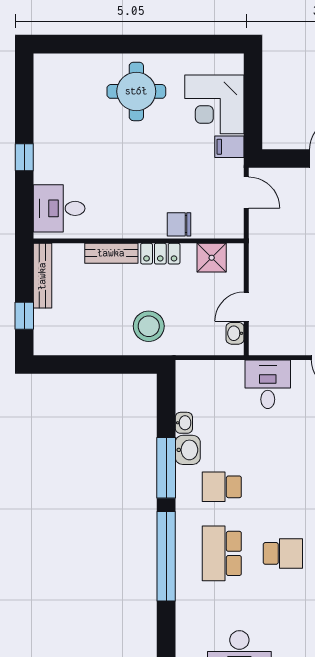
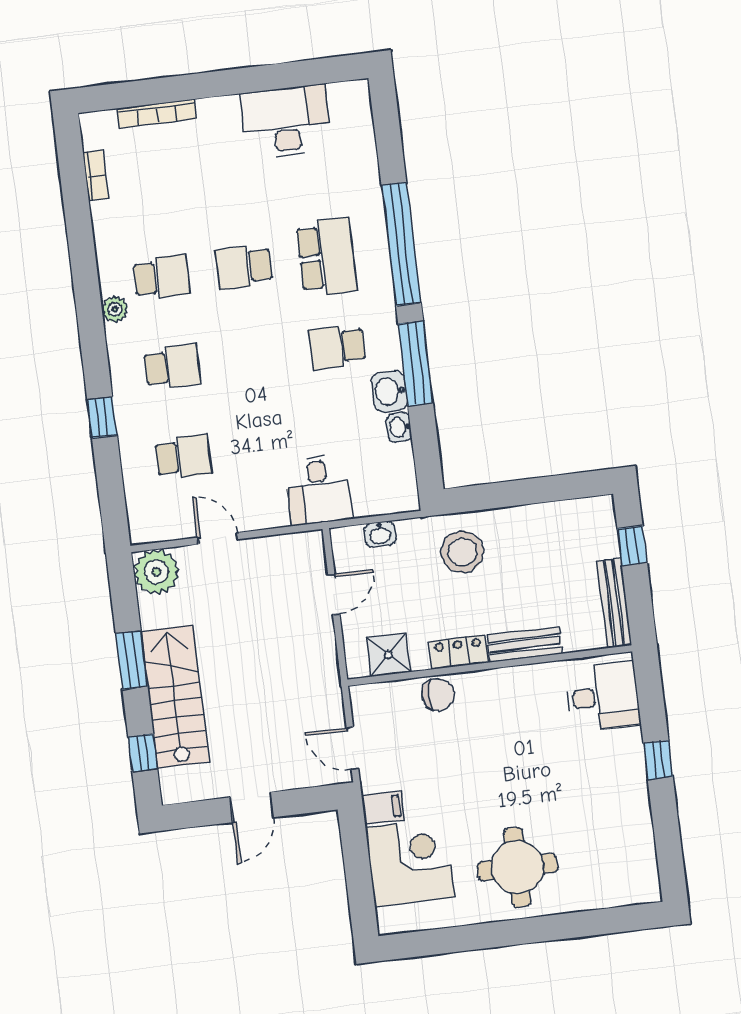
washbasin: (235, 333) -> (380, 534), moved, turned 90
desk: (268, 384) -> (319, 490), moved
school desk: (222, 487) -> (337, 347), turned 180

